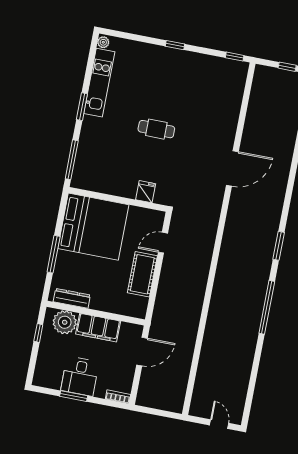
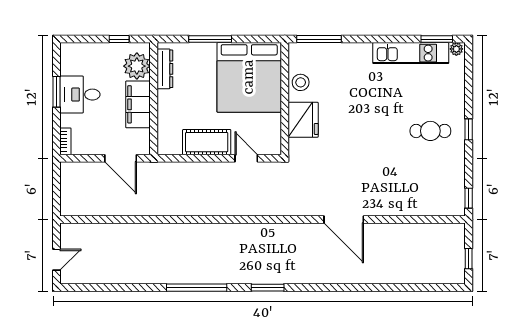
window: (82, 107) -> (437, 39), moved
cafe table: (156, 129) -> (430, 131), moved, turned 90
stool: (106, 183) -> (301, 82), added
fridge: (146, 192) -> (303, 120), width x1.88, depth x1.34

